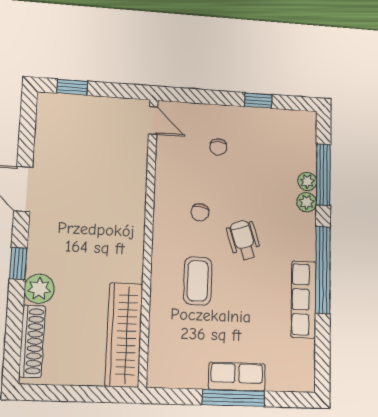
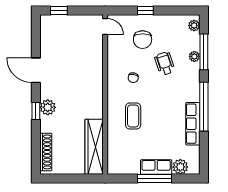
window: (258, 100) -> (145, 11), moved
chair: (218, 147) -> (143, 40), width x1.87, depth x1.87
plant: (307, 202) -> (194, 25), moved
wheelchair: (244, 240) -> (165, 63), moved
plant: (39, 289) -> (48, 107), moved
plant: (280, 377) -> (180, 167), added

